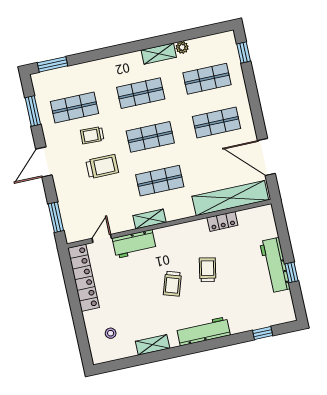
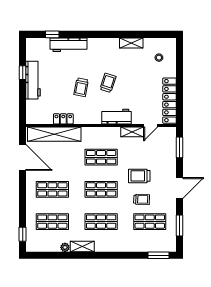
shelving: (150, 219) -> (132, 132), moved
workbench: (134, 244) -> (116, 117), moved
workbench: (203, 331) -> (68, 45), moved

